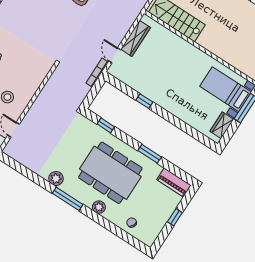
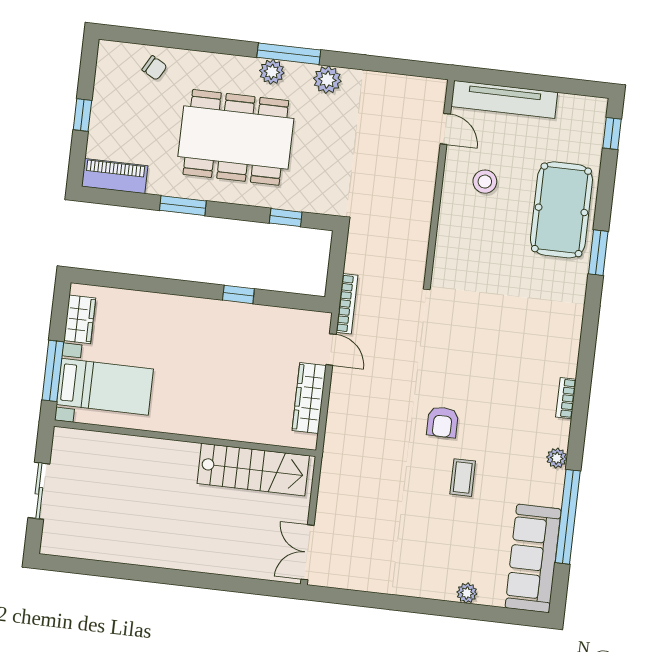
plant: (99, 207) -> (272, 72), moved

